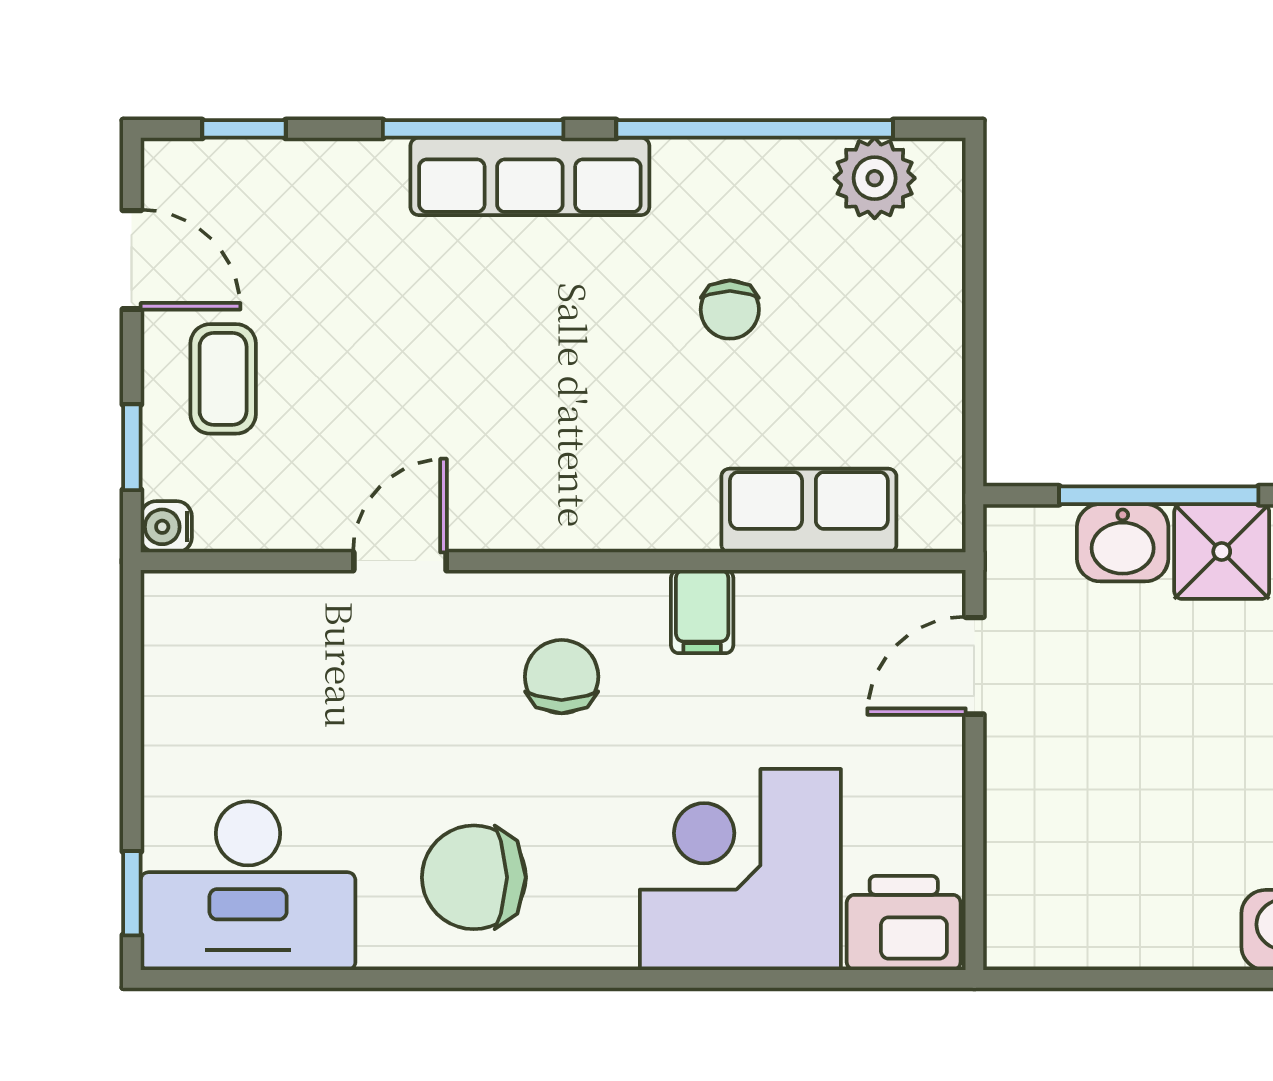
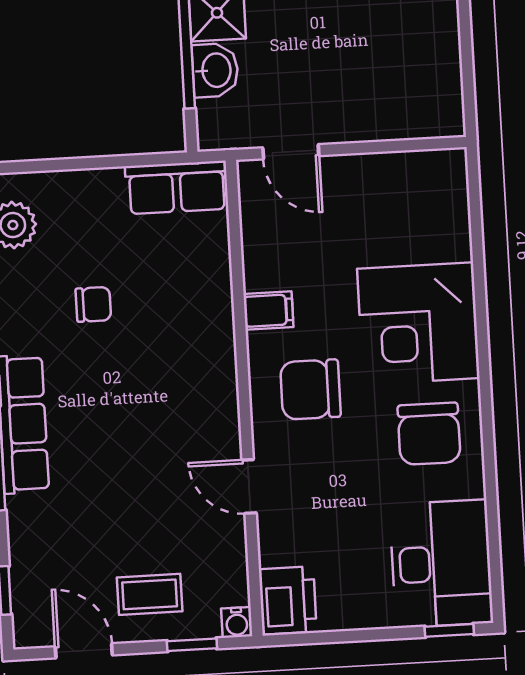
door: (132, 260) -> (84, 651), hinge flipped
row of seats: (809, 511) -> (177, 187), moved, turned -90
chair: (562, 677) -> (310, 390), width x1.37, depth x1.37
corner desk: (740, 869) -> (418, 323), moved
printer: (904, 923) -> (288, 600), moved, turned 180

